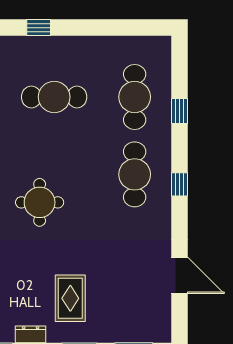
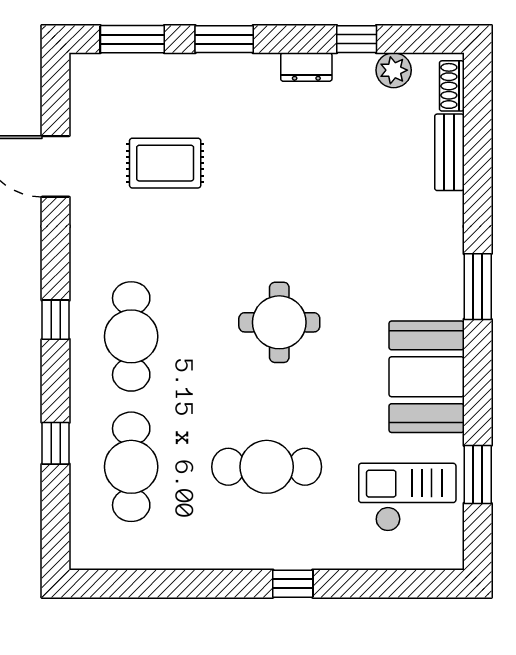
round table: (40, 202) -> (279, 322), moved
rug: (70, 298) -> (165, 163), moved, turned 90

